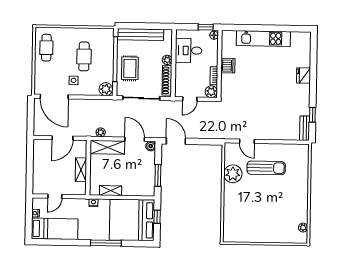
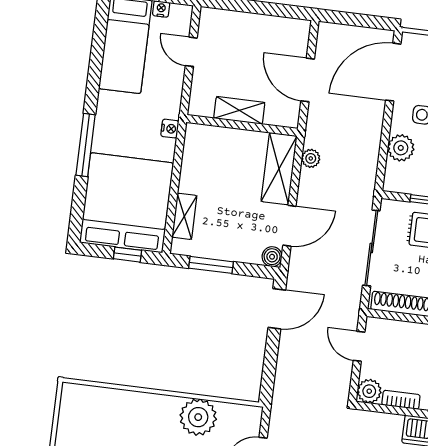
plant: (106, 89) -> (401, 148), moved
shelving: (111, 191) -> (184, 216), moved

